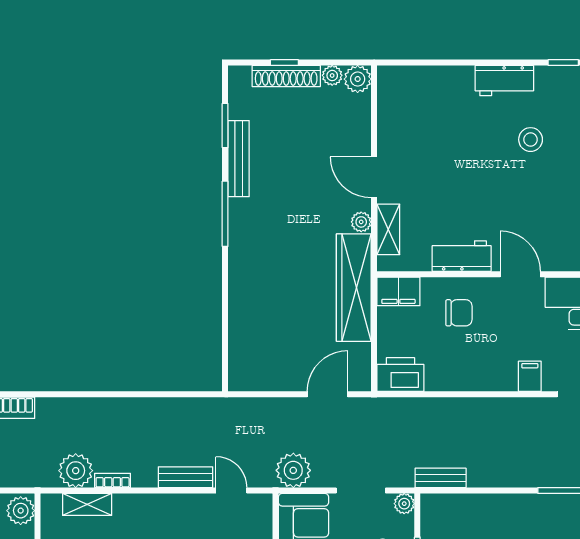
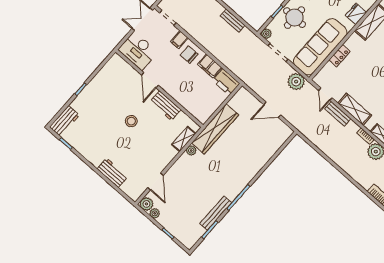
shoe rack: (286, 76) -> (172, 228), removed
workbench: (504, 81) -> (112, 173), moved
stool: (531, 140) -> (131, 121), moved
door: (374, 177) -> (155, 182), moved
filing cabinet: (398, 291) -> (210, 66), moved, turned 180
chair: (459, 313) -> (189, 55), moved
door: (328, 394) -> (272, 110), moved
bench: (441, 478) -> (233, 21), moved
shelving: (166, 507) -> (355, 109), added

